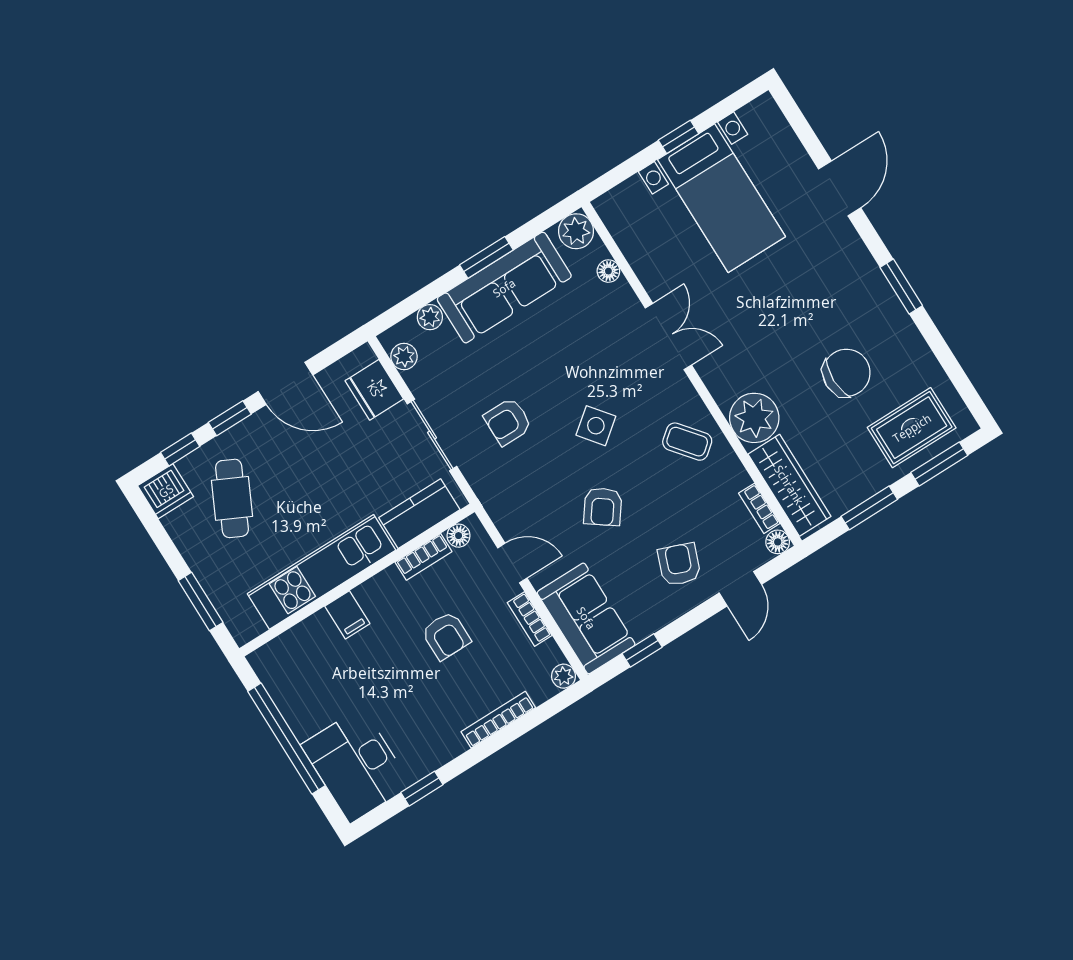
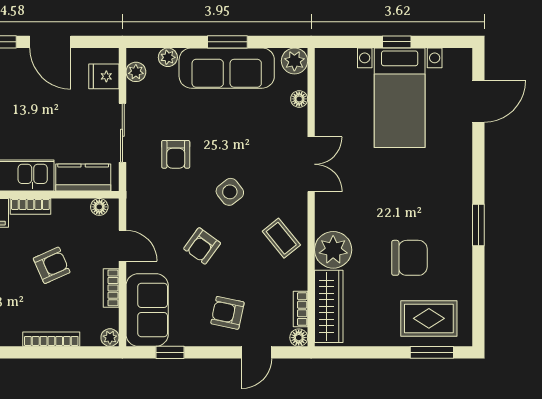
door: (840, 188) -> (478, 101), moved
fridge: (374, 390) -> (104, 76), width x0.72
armchair: (508, 422) -> (176, 154), turned -90
window: (869, 508) -> (370, 352), removed
bookcase: (423, 557) -> (30, 206), moved
armchair: (679, 564) -> (227, 313), turned -99
armchair: (446, 636) -> (52, 265), turned -114

